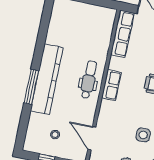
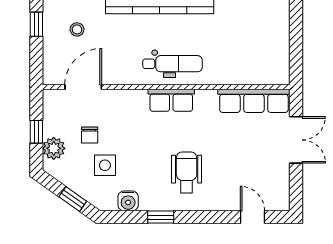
chair: (122, 140) -> (90, 135), added

